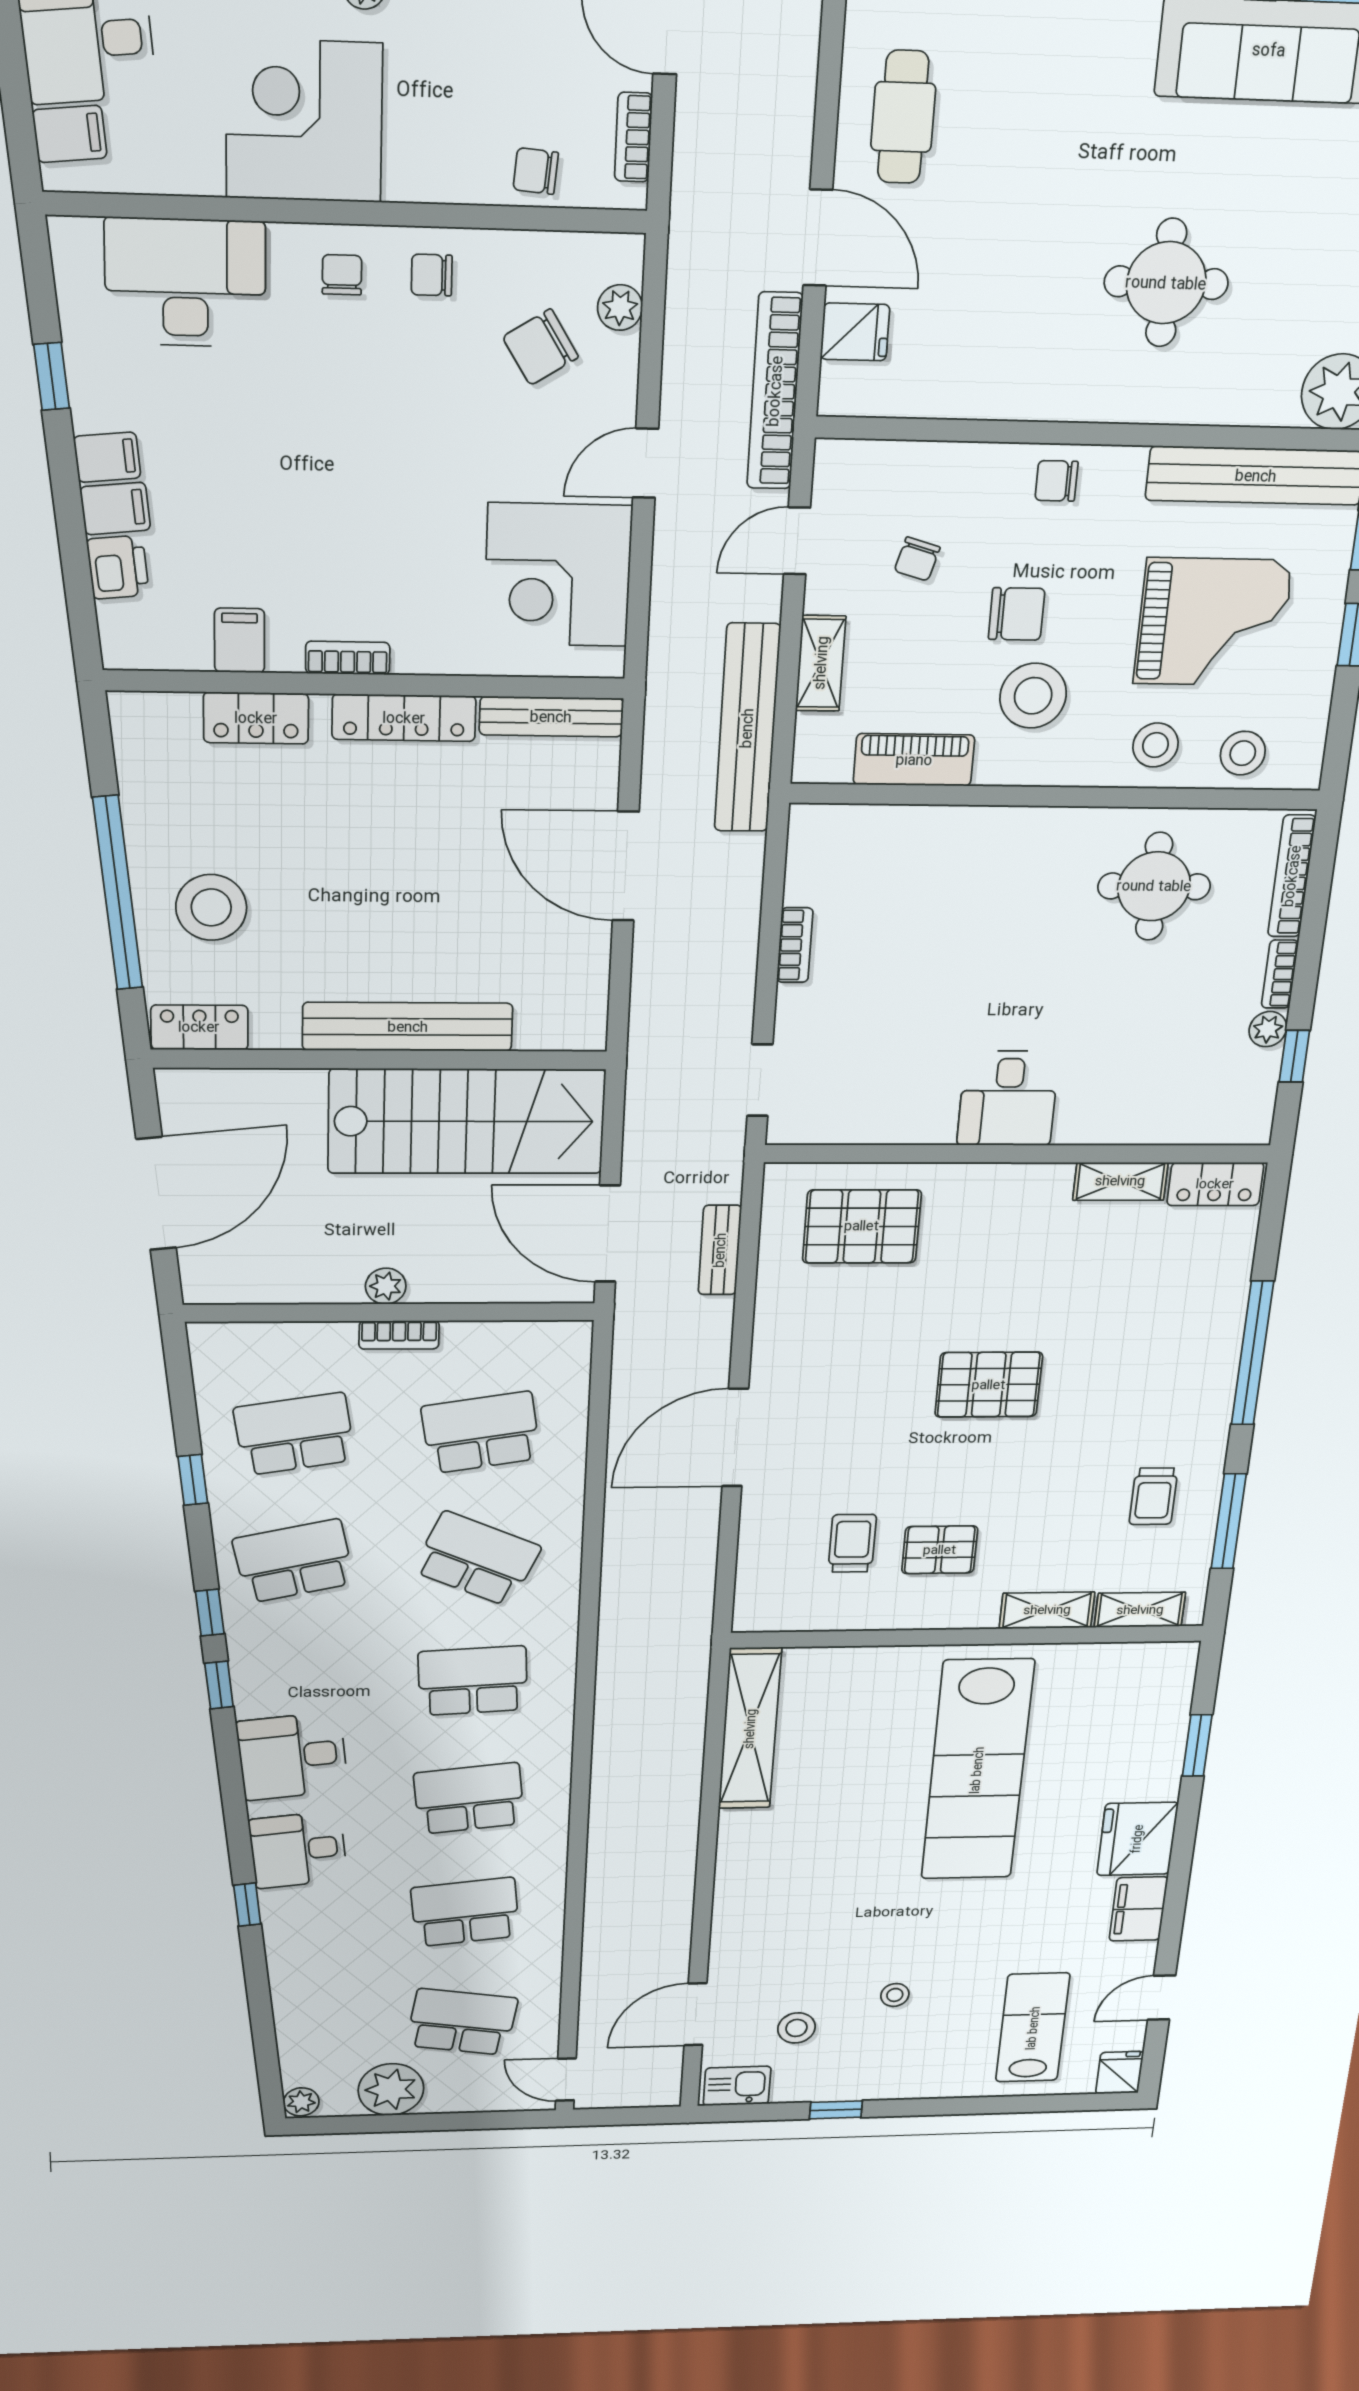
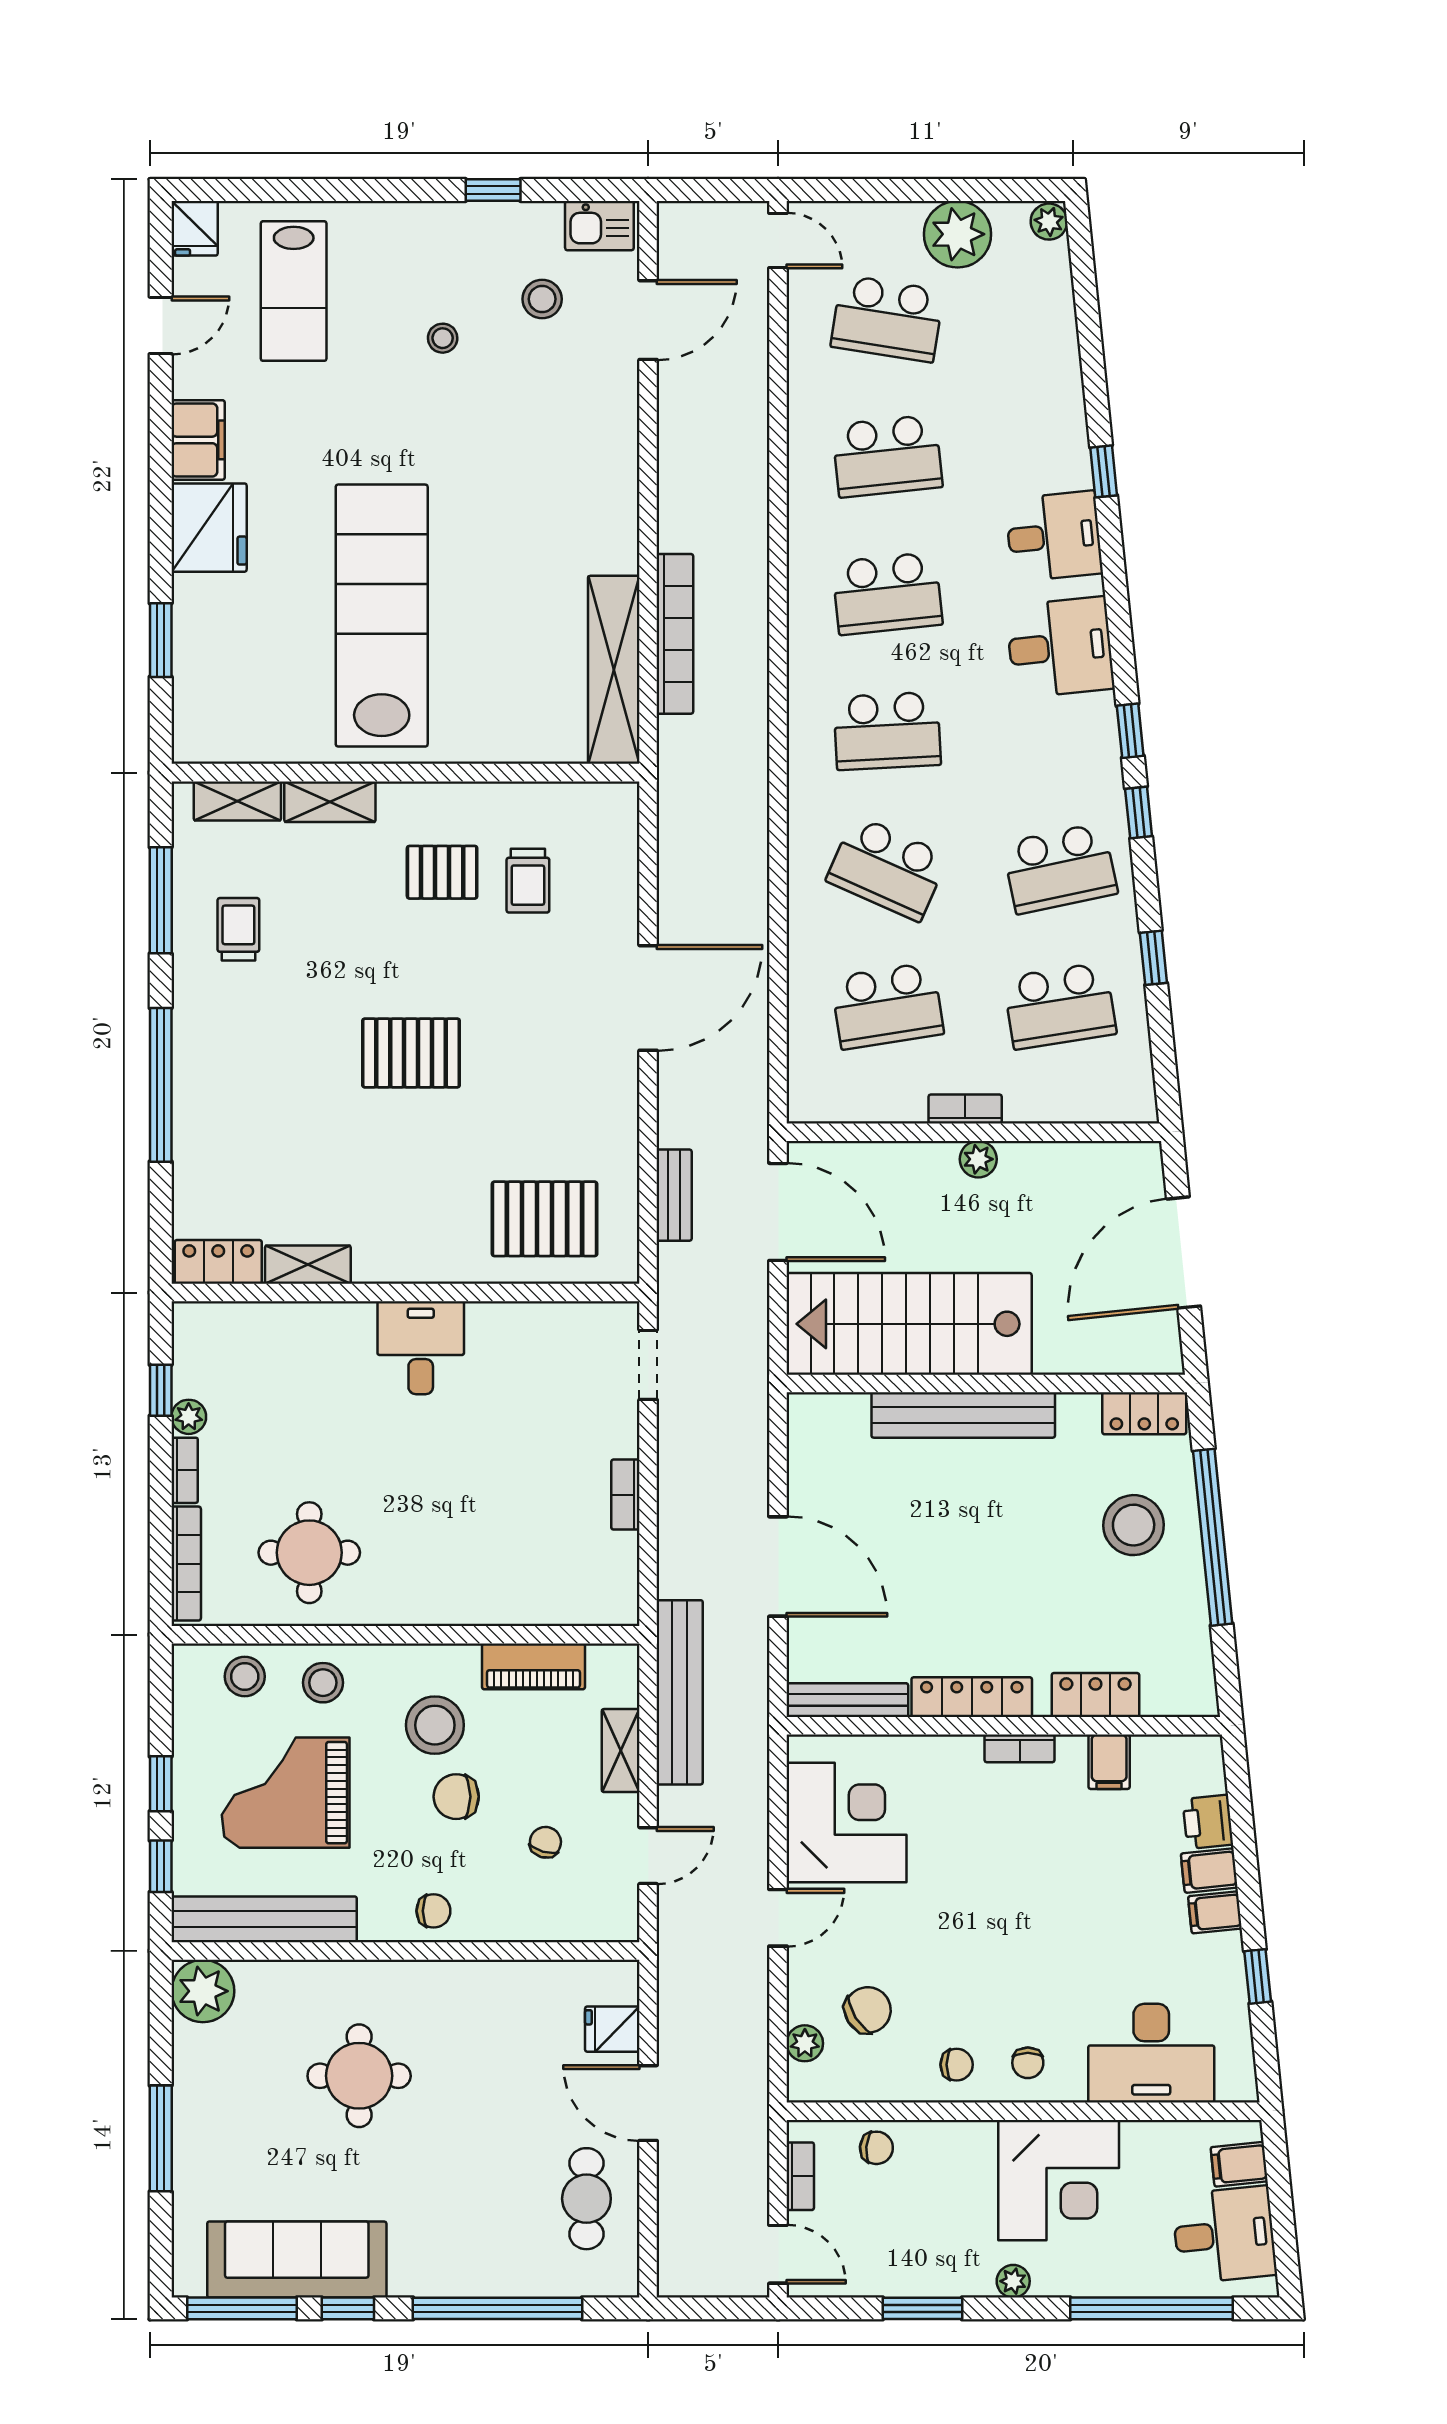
bookcase: (775, 391) -> (675, 634), moved

